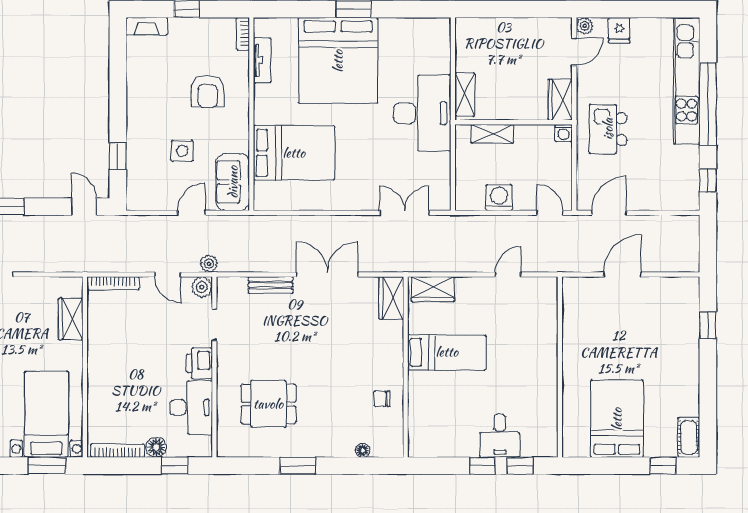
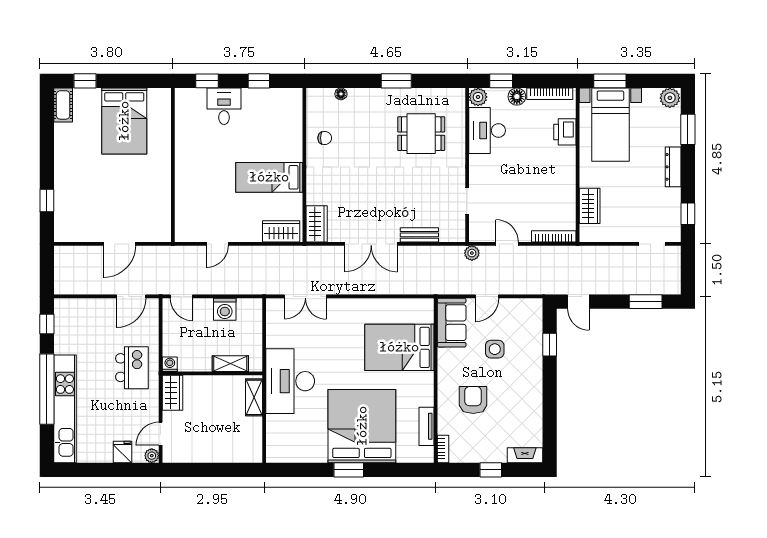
plant: (202, 287) -> (478, 97), moved
printer: (200, 363) -> (565, 132), moved, turned 180
window: (483, 466) -> (259, 81), moved

